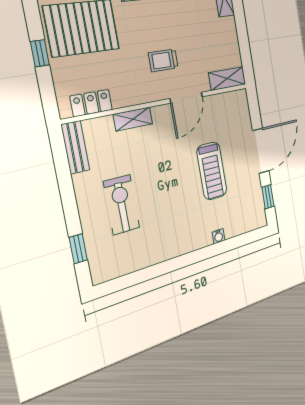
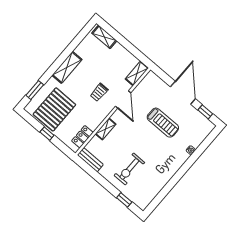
exercise bike: (122, 205) -> (129, 169), turned -90

